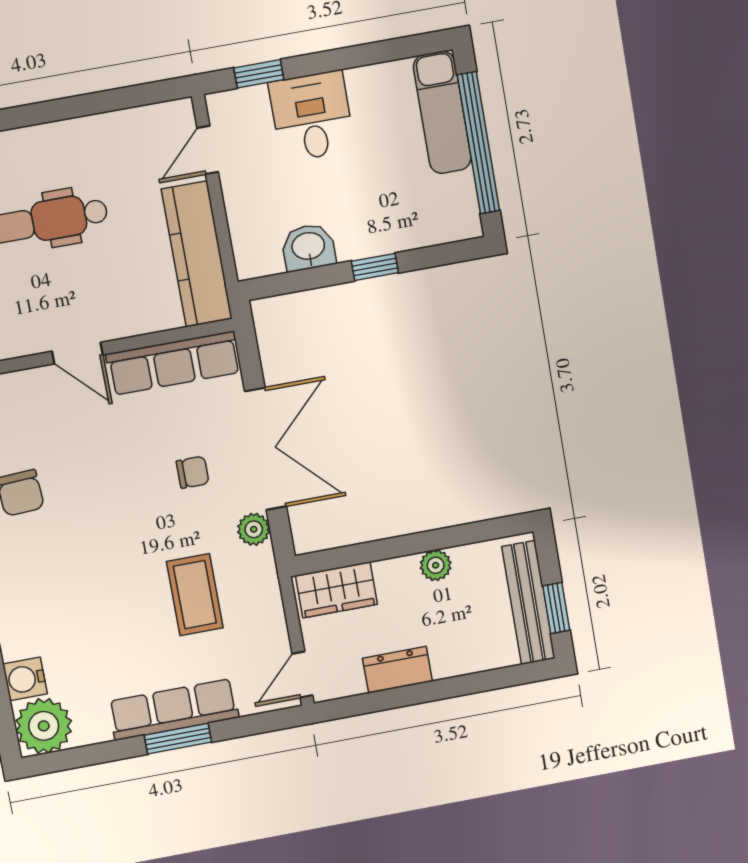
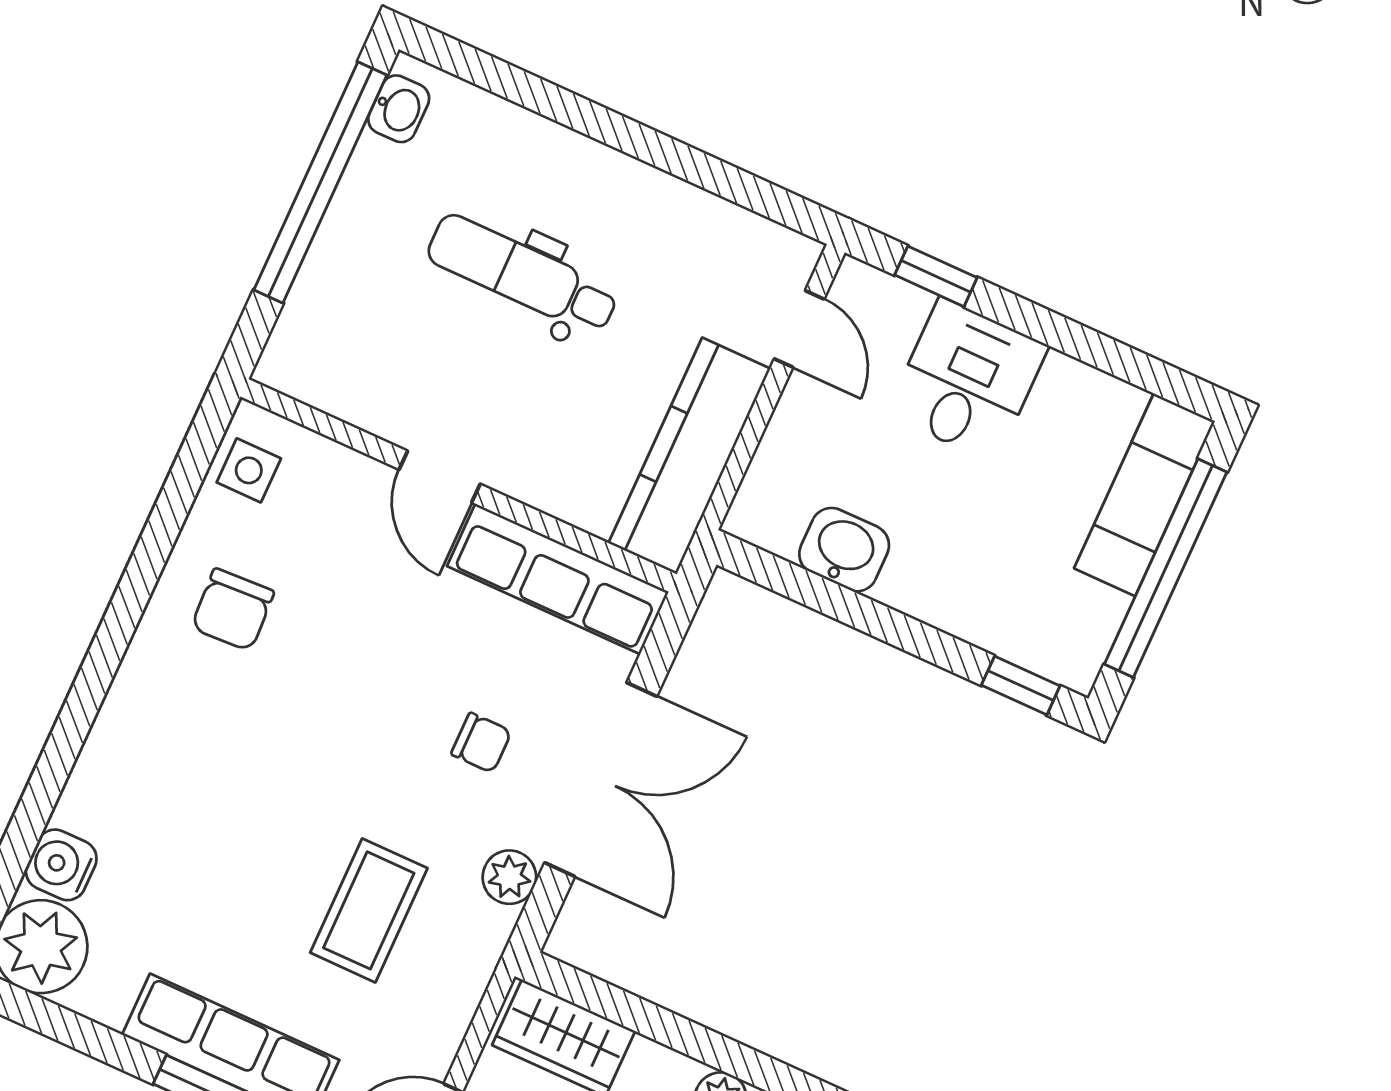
door: (208, 150) -> (799, 329), swing flipped
window: (375, 267) -> (1021, 686), moved

